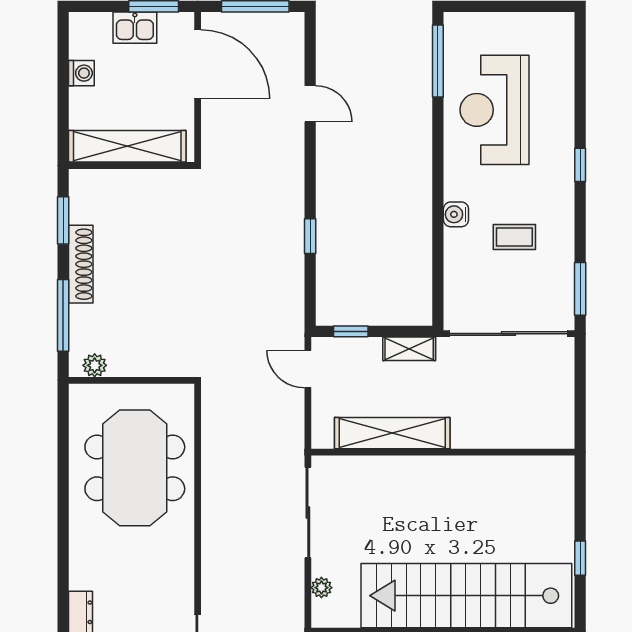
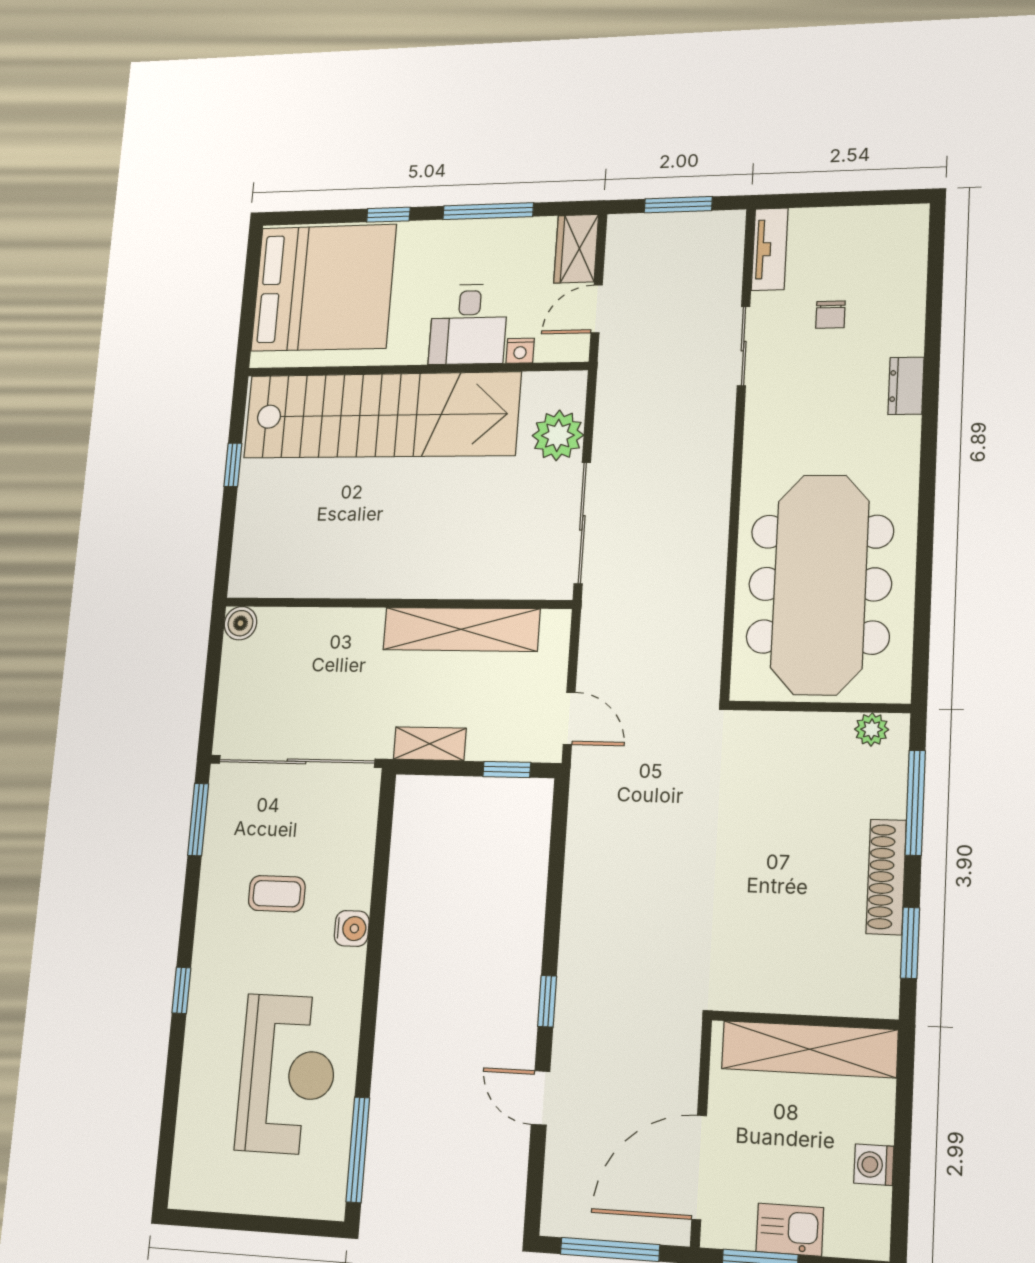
door: (198, 64) -> (699, 1167), hinge flipped
window: (310, 236) -> (547, 1001), moved
boiler: (562, 436) -> (240, 623), added
meeting table: (135, 468) -> (820, 584), width x1.36
plant: (321, 588) -> (558, 435), width x1.87, depth x1.87

